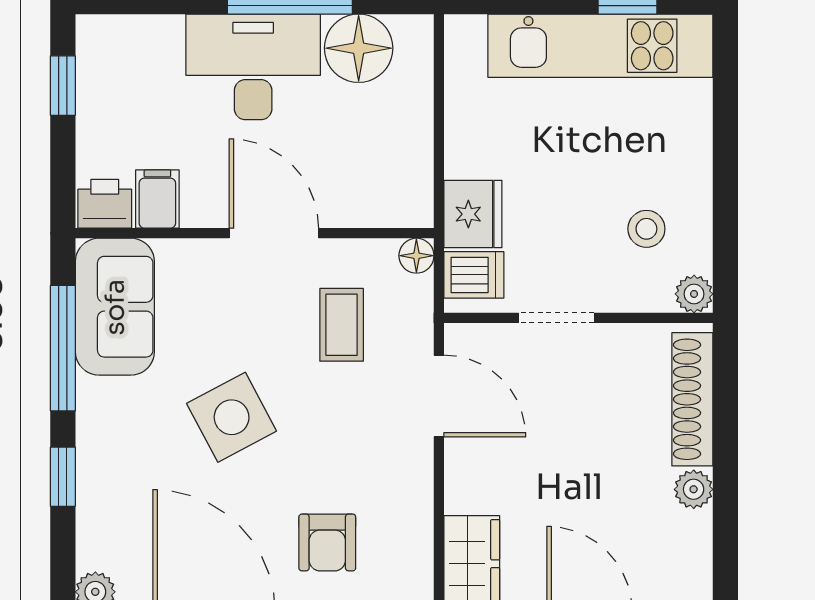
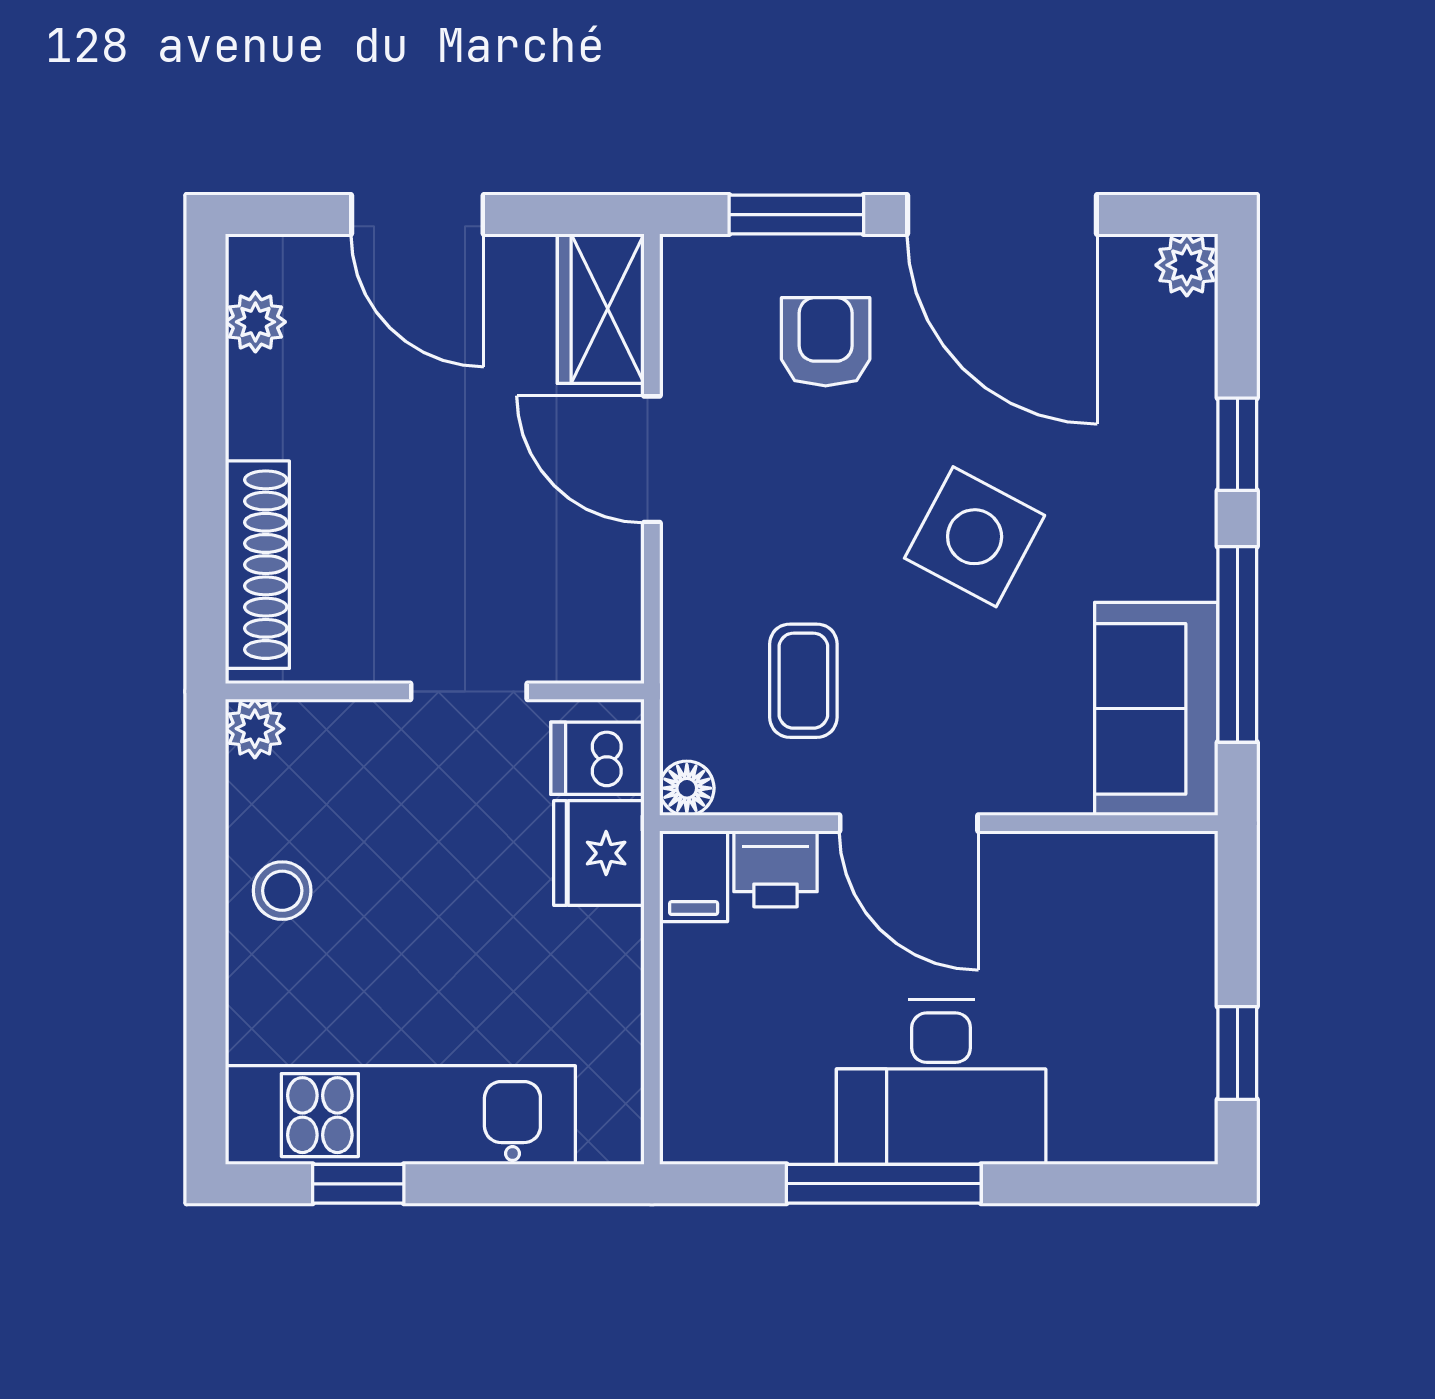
floor lamp: (359, 48) -> (777, 1111), removed
filing cabinet: (157, 199) -> (694, 876), moved
printer: (105, 204) -> (775, 869), moved
stool: (646, 229) -> (282, 891), moved
door: (439, 396) -> (652, 459), moved
side table: (232, 417) -> (975, 537), turned -34
plant: (694, 489) -> (255, 322), moved

